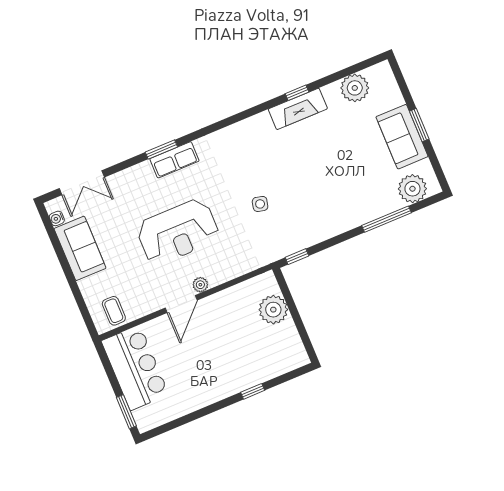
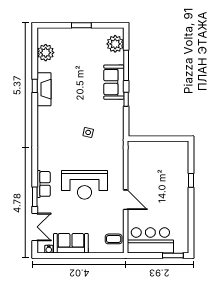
sofa: (402, 137) -> (114, 82), moved, turned 90
window: (161, 149) -> (35, 197), moved
row of seats: (174, 160) -> (44, 184), moved
reception desk: (178, 232) -> (85, 185), turned 90
window: (297, 257) -> (126, 99), moved
plant: (200, 285) -> (119, 185), removed
plant: (273, 310) -> (150, 150), removed

